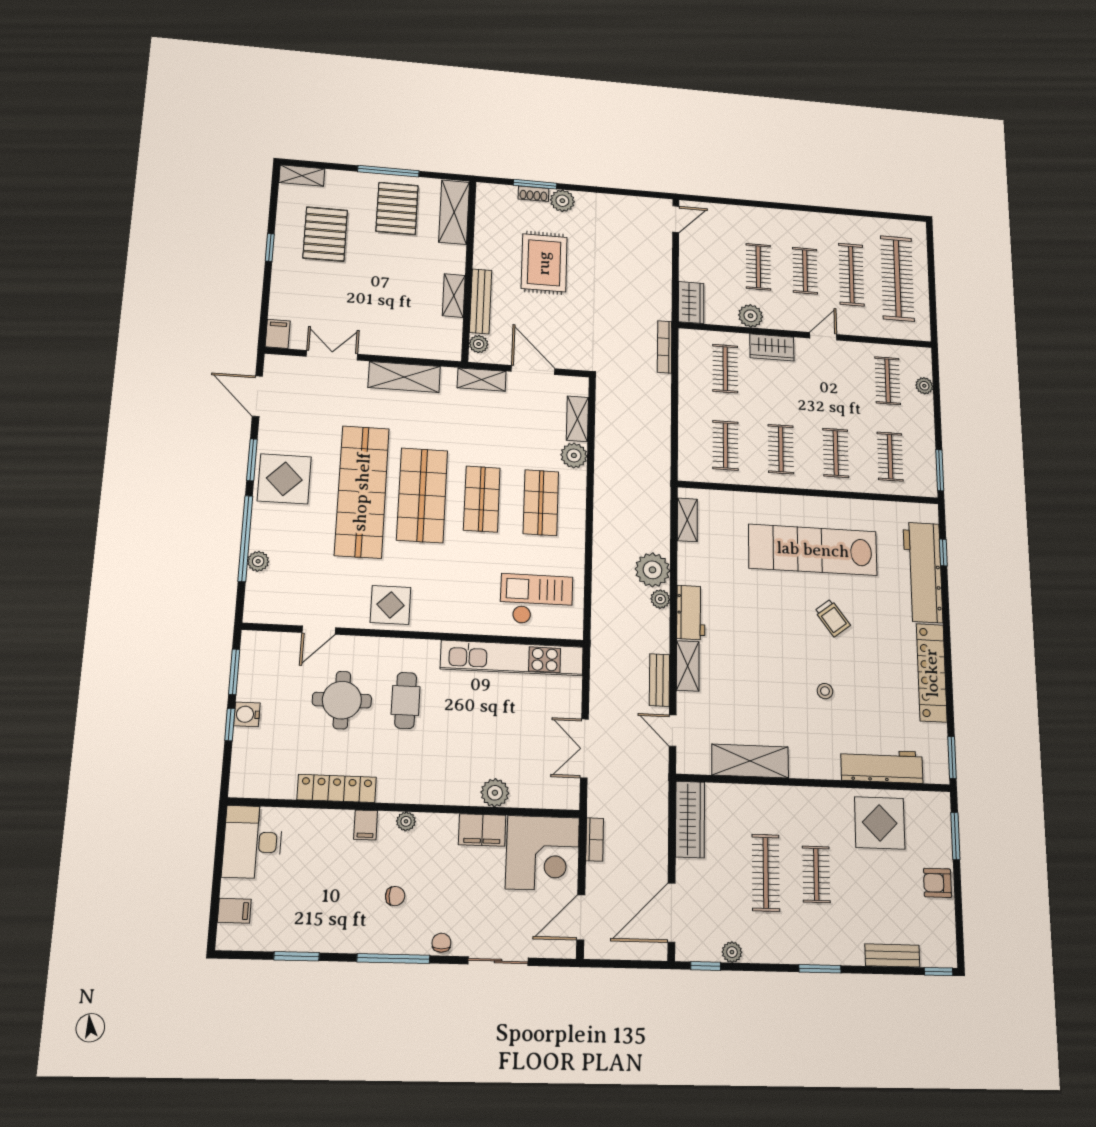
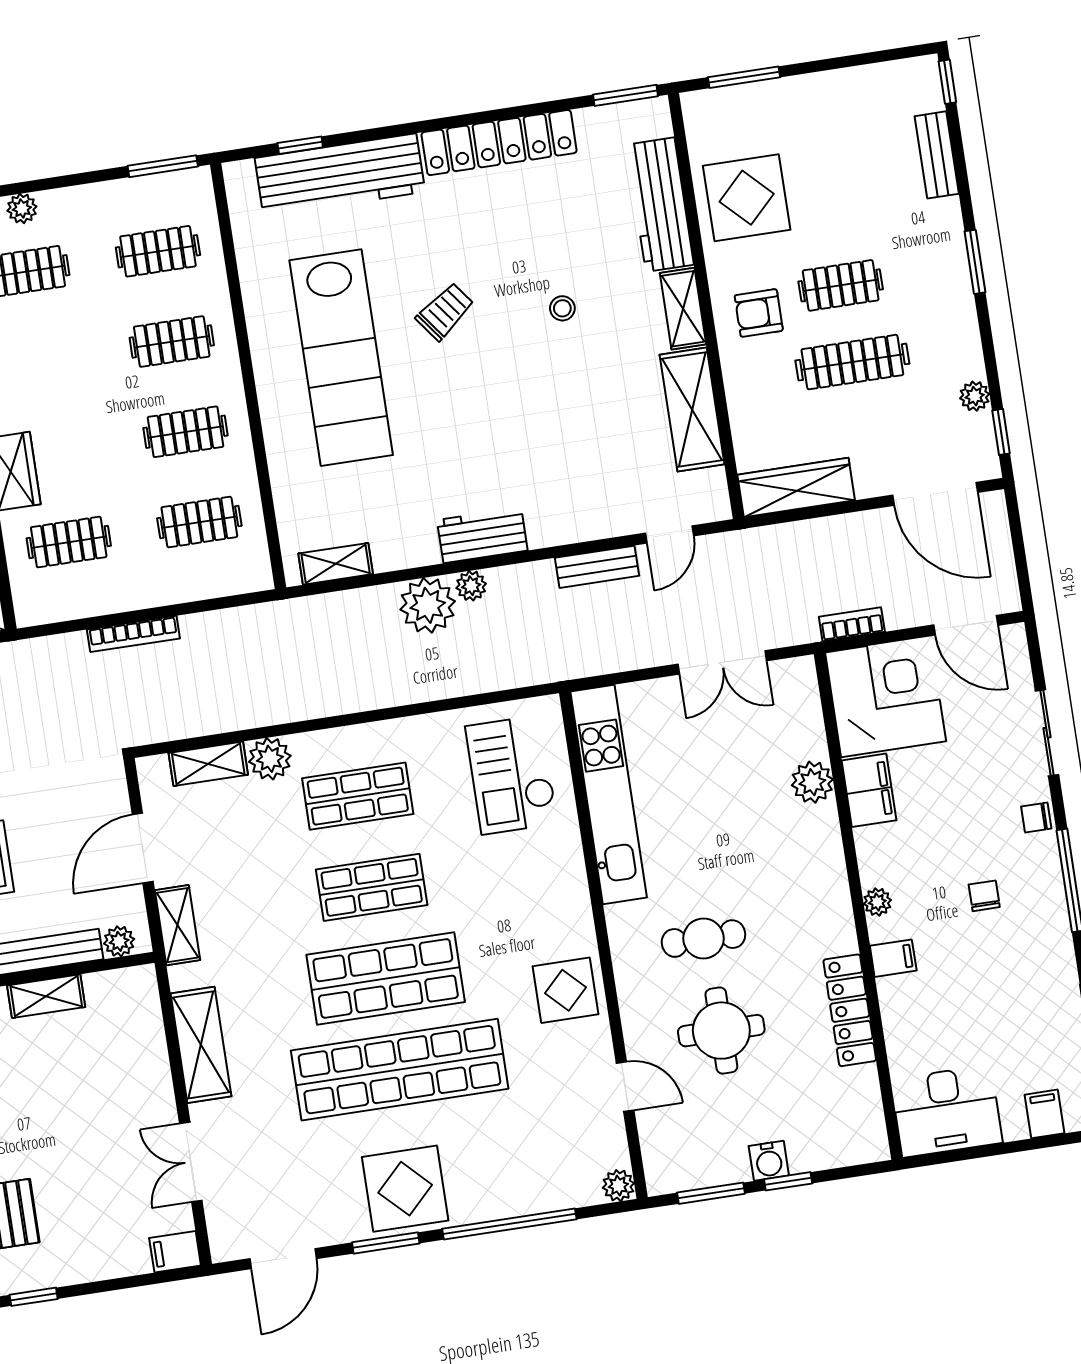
bookcase: (665, 347) -> (133, 634), moved
plant: (258, 561) -> (618, 1186), moved
shelving: (688, 666) -> (683, 309), moved, turned 90
armchair: (938, 883) -> (759, 313), moved, turned 90

